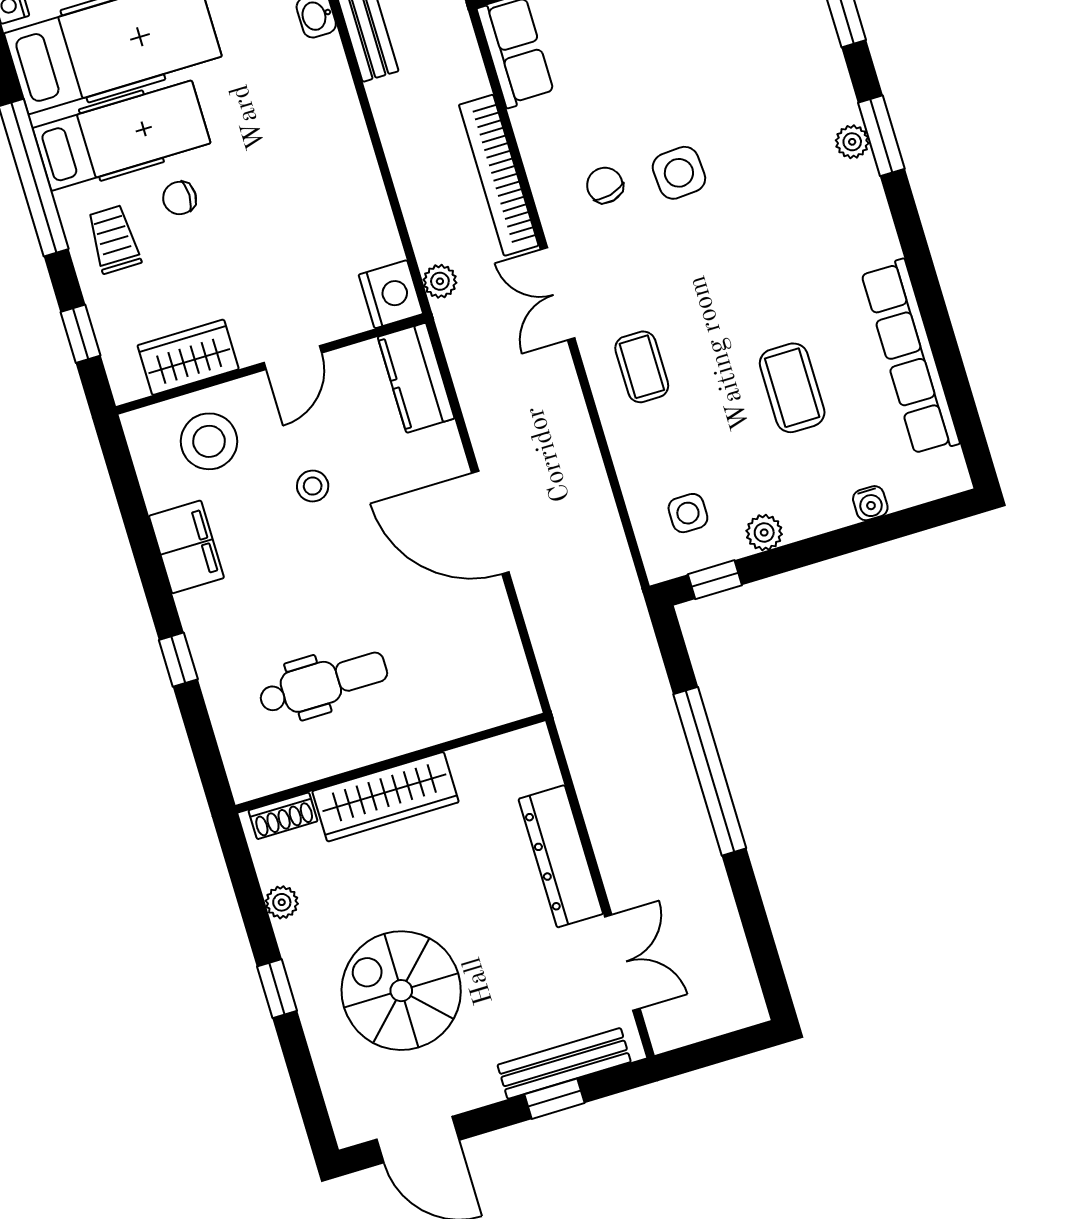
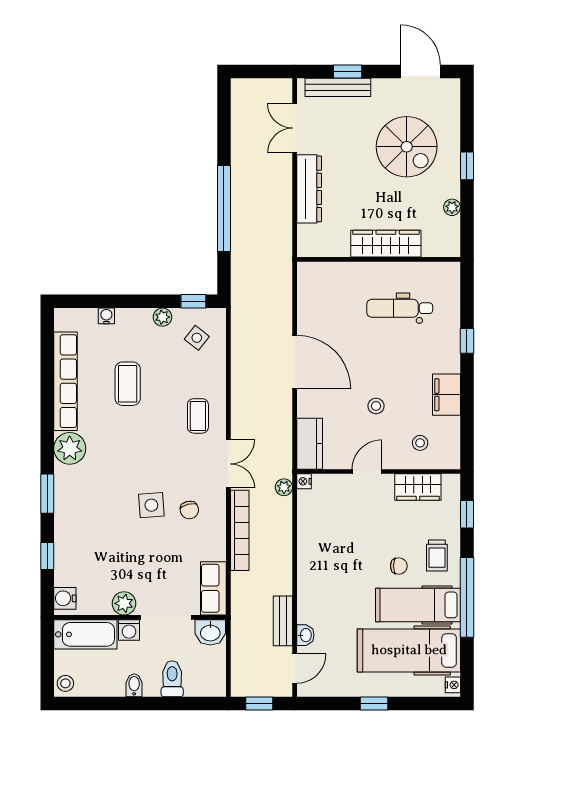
plant: (852, 142) -> (70, 448), moved, width x1.87, depth x1.87
nightstand: (391, 294) -> (304, 481), width x0.53, depth x0.56
stool: (209, 441) -> (420, 443), width x0.53, depth x0.53
side table: (688, 513) -> (197, 338), turned 38
shoe rack: (283, 816) -> (439, 249), removed

